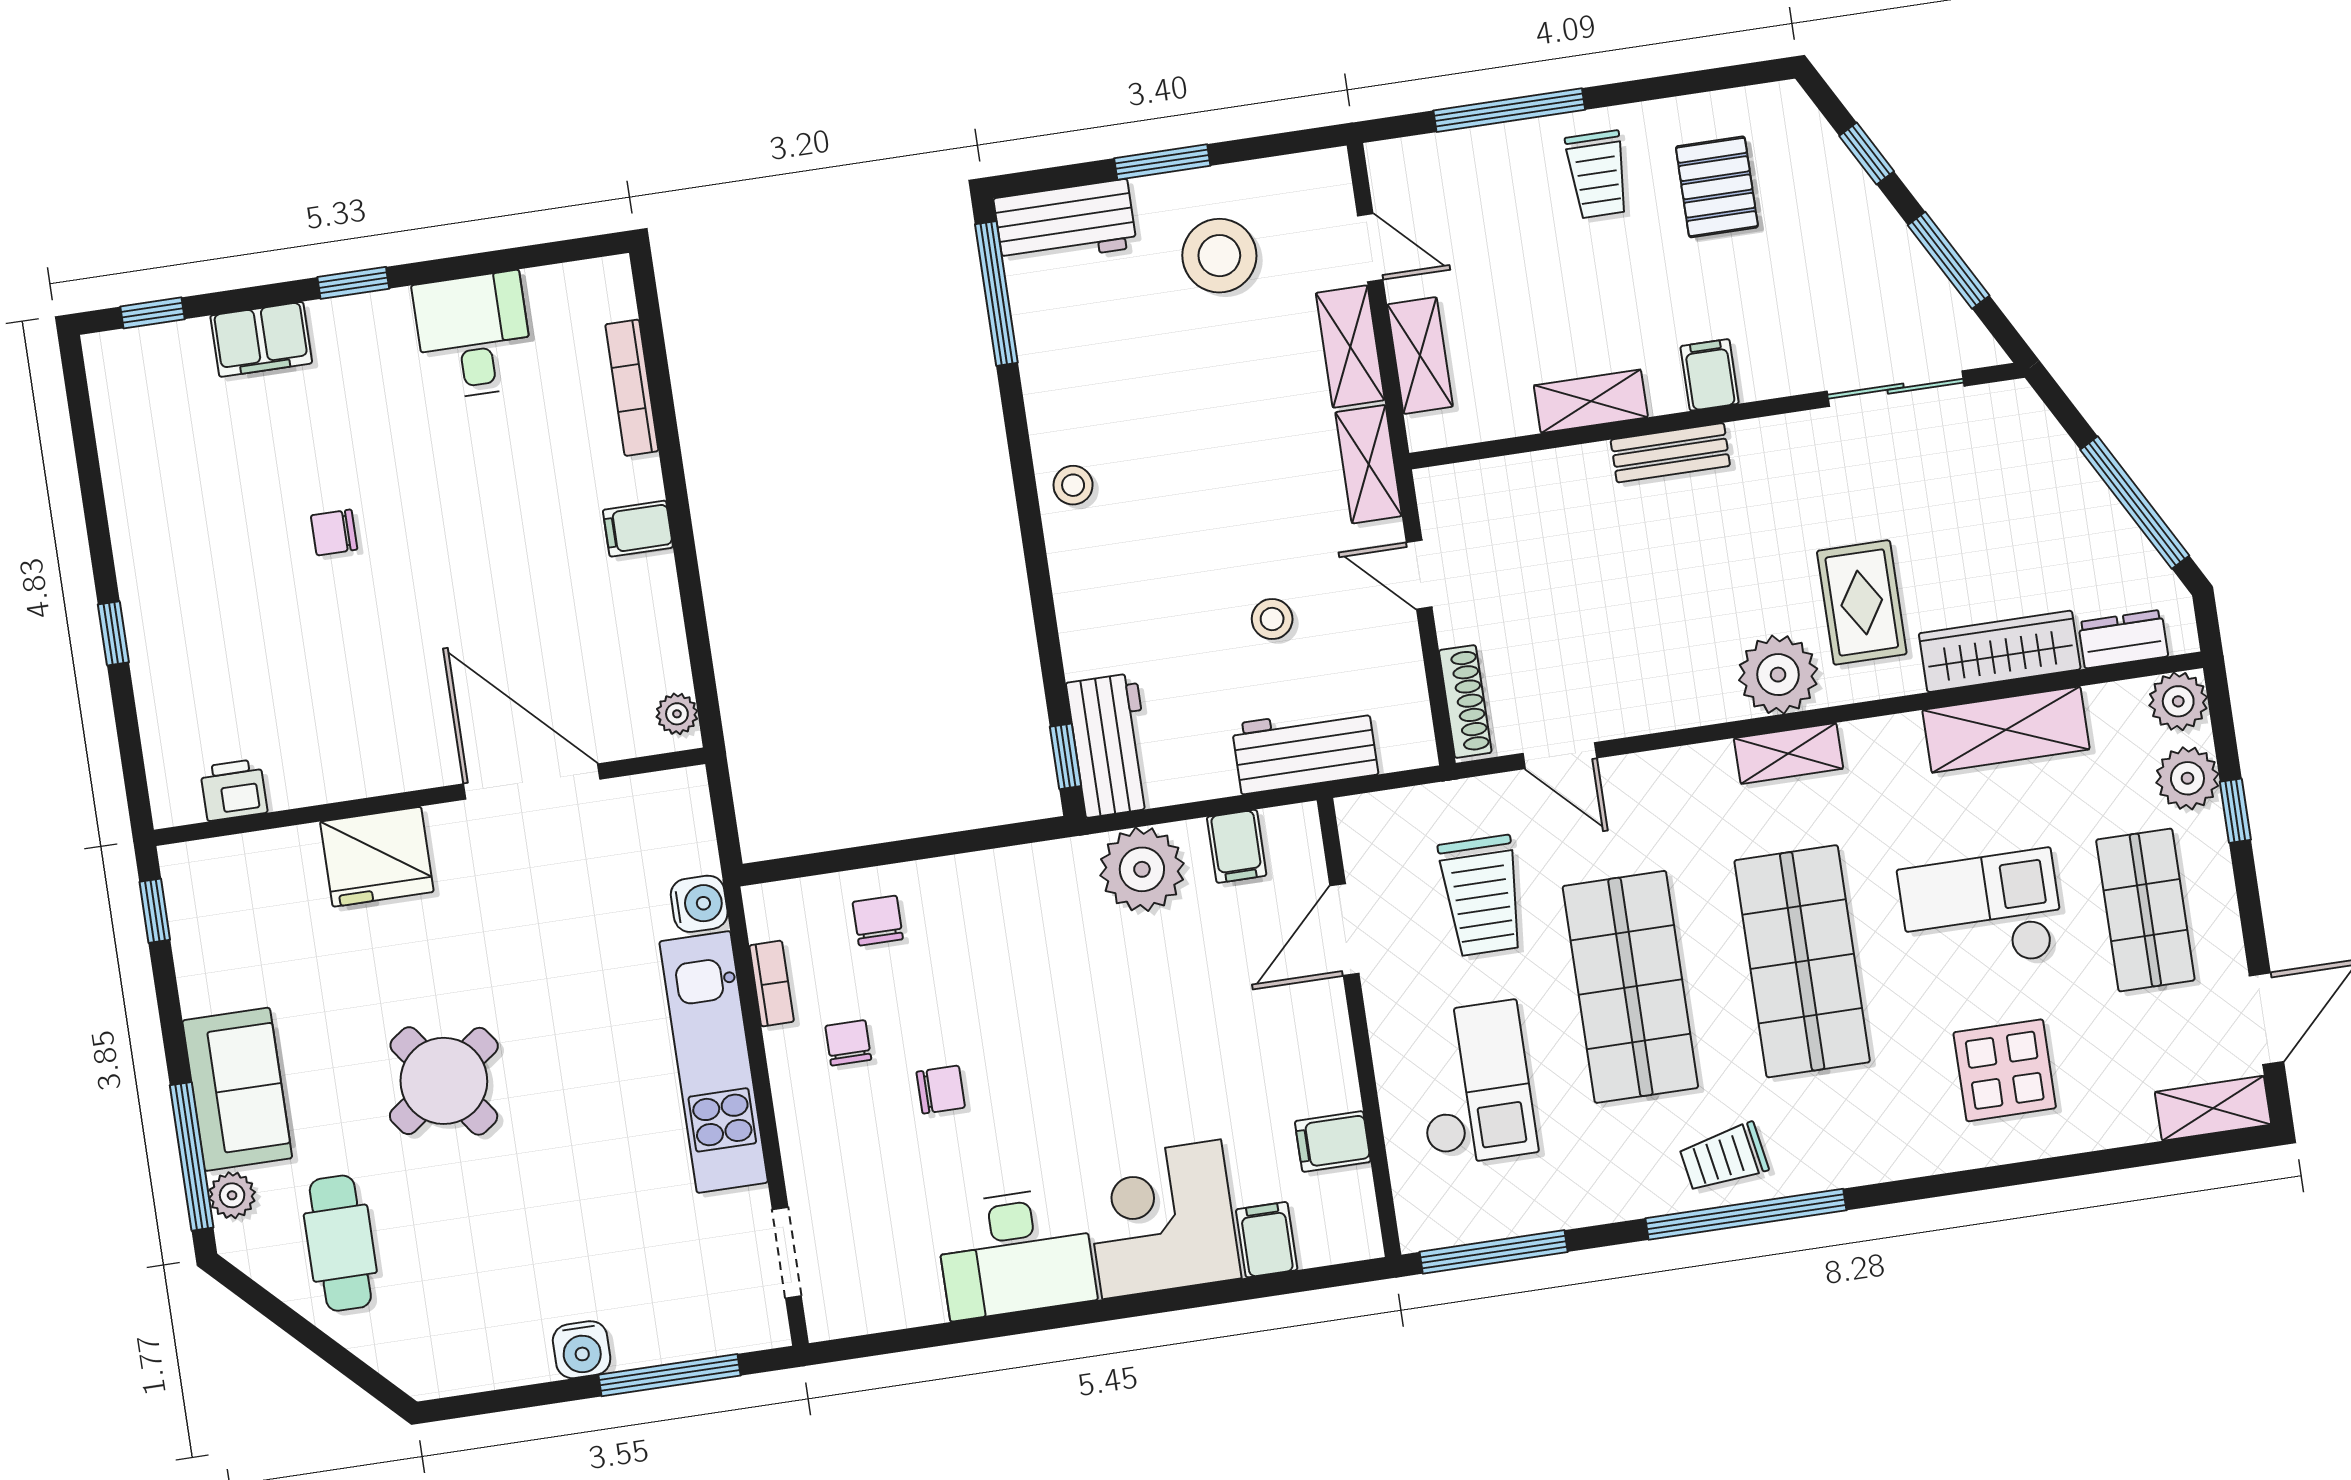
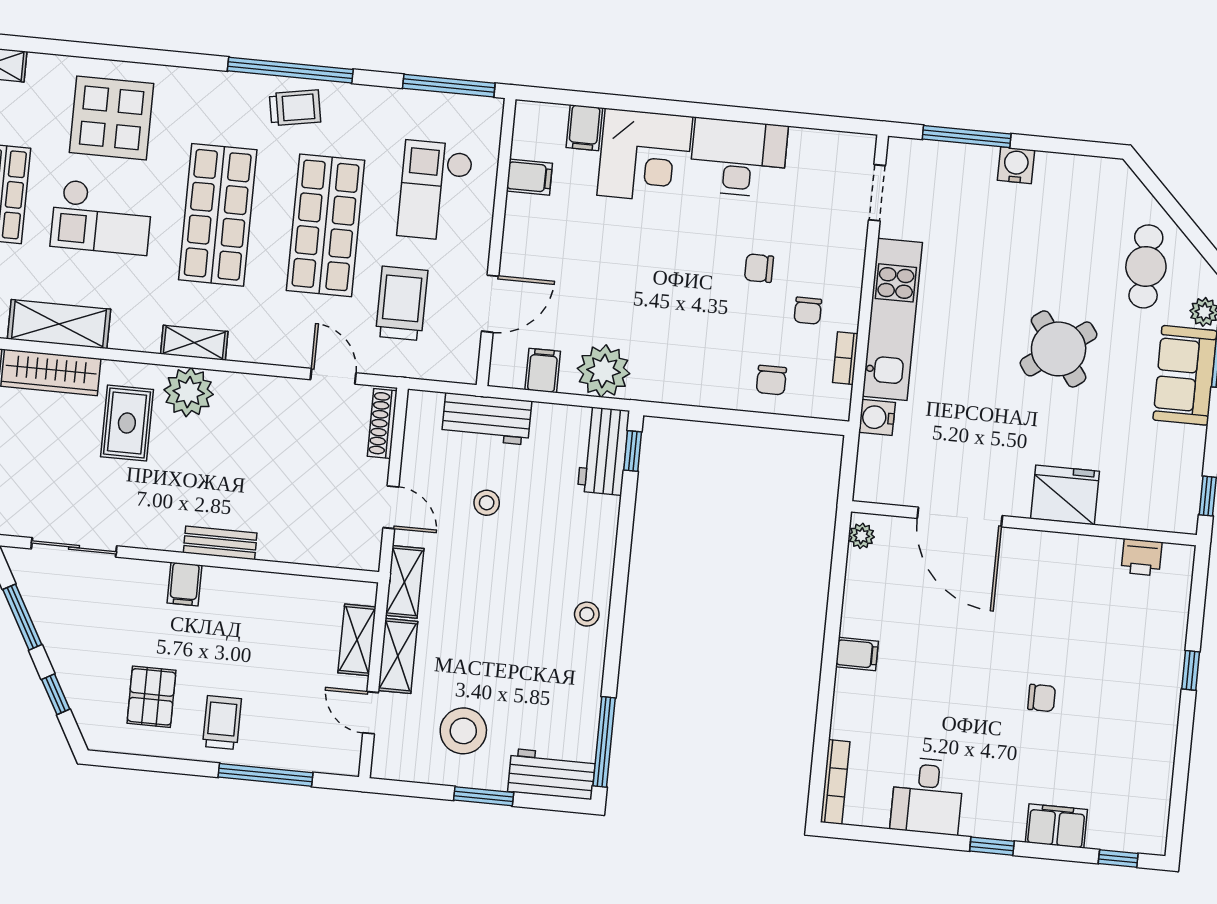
bookcase: (632, 388) -> (835, 782), moved
shelving: (1591, 401) -> (260, 586), removed
display table: (2005, 1070) -> (112, 118), width x1.36, depth x1.36

